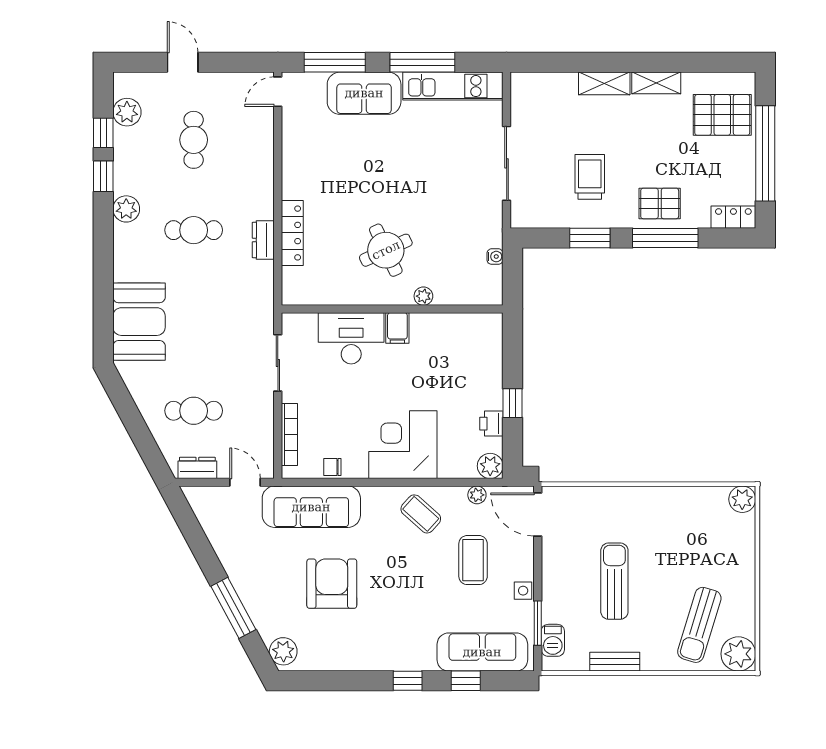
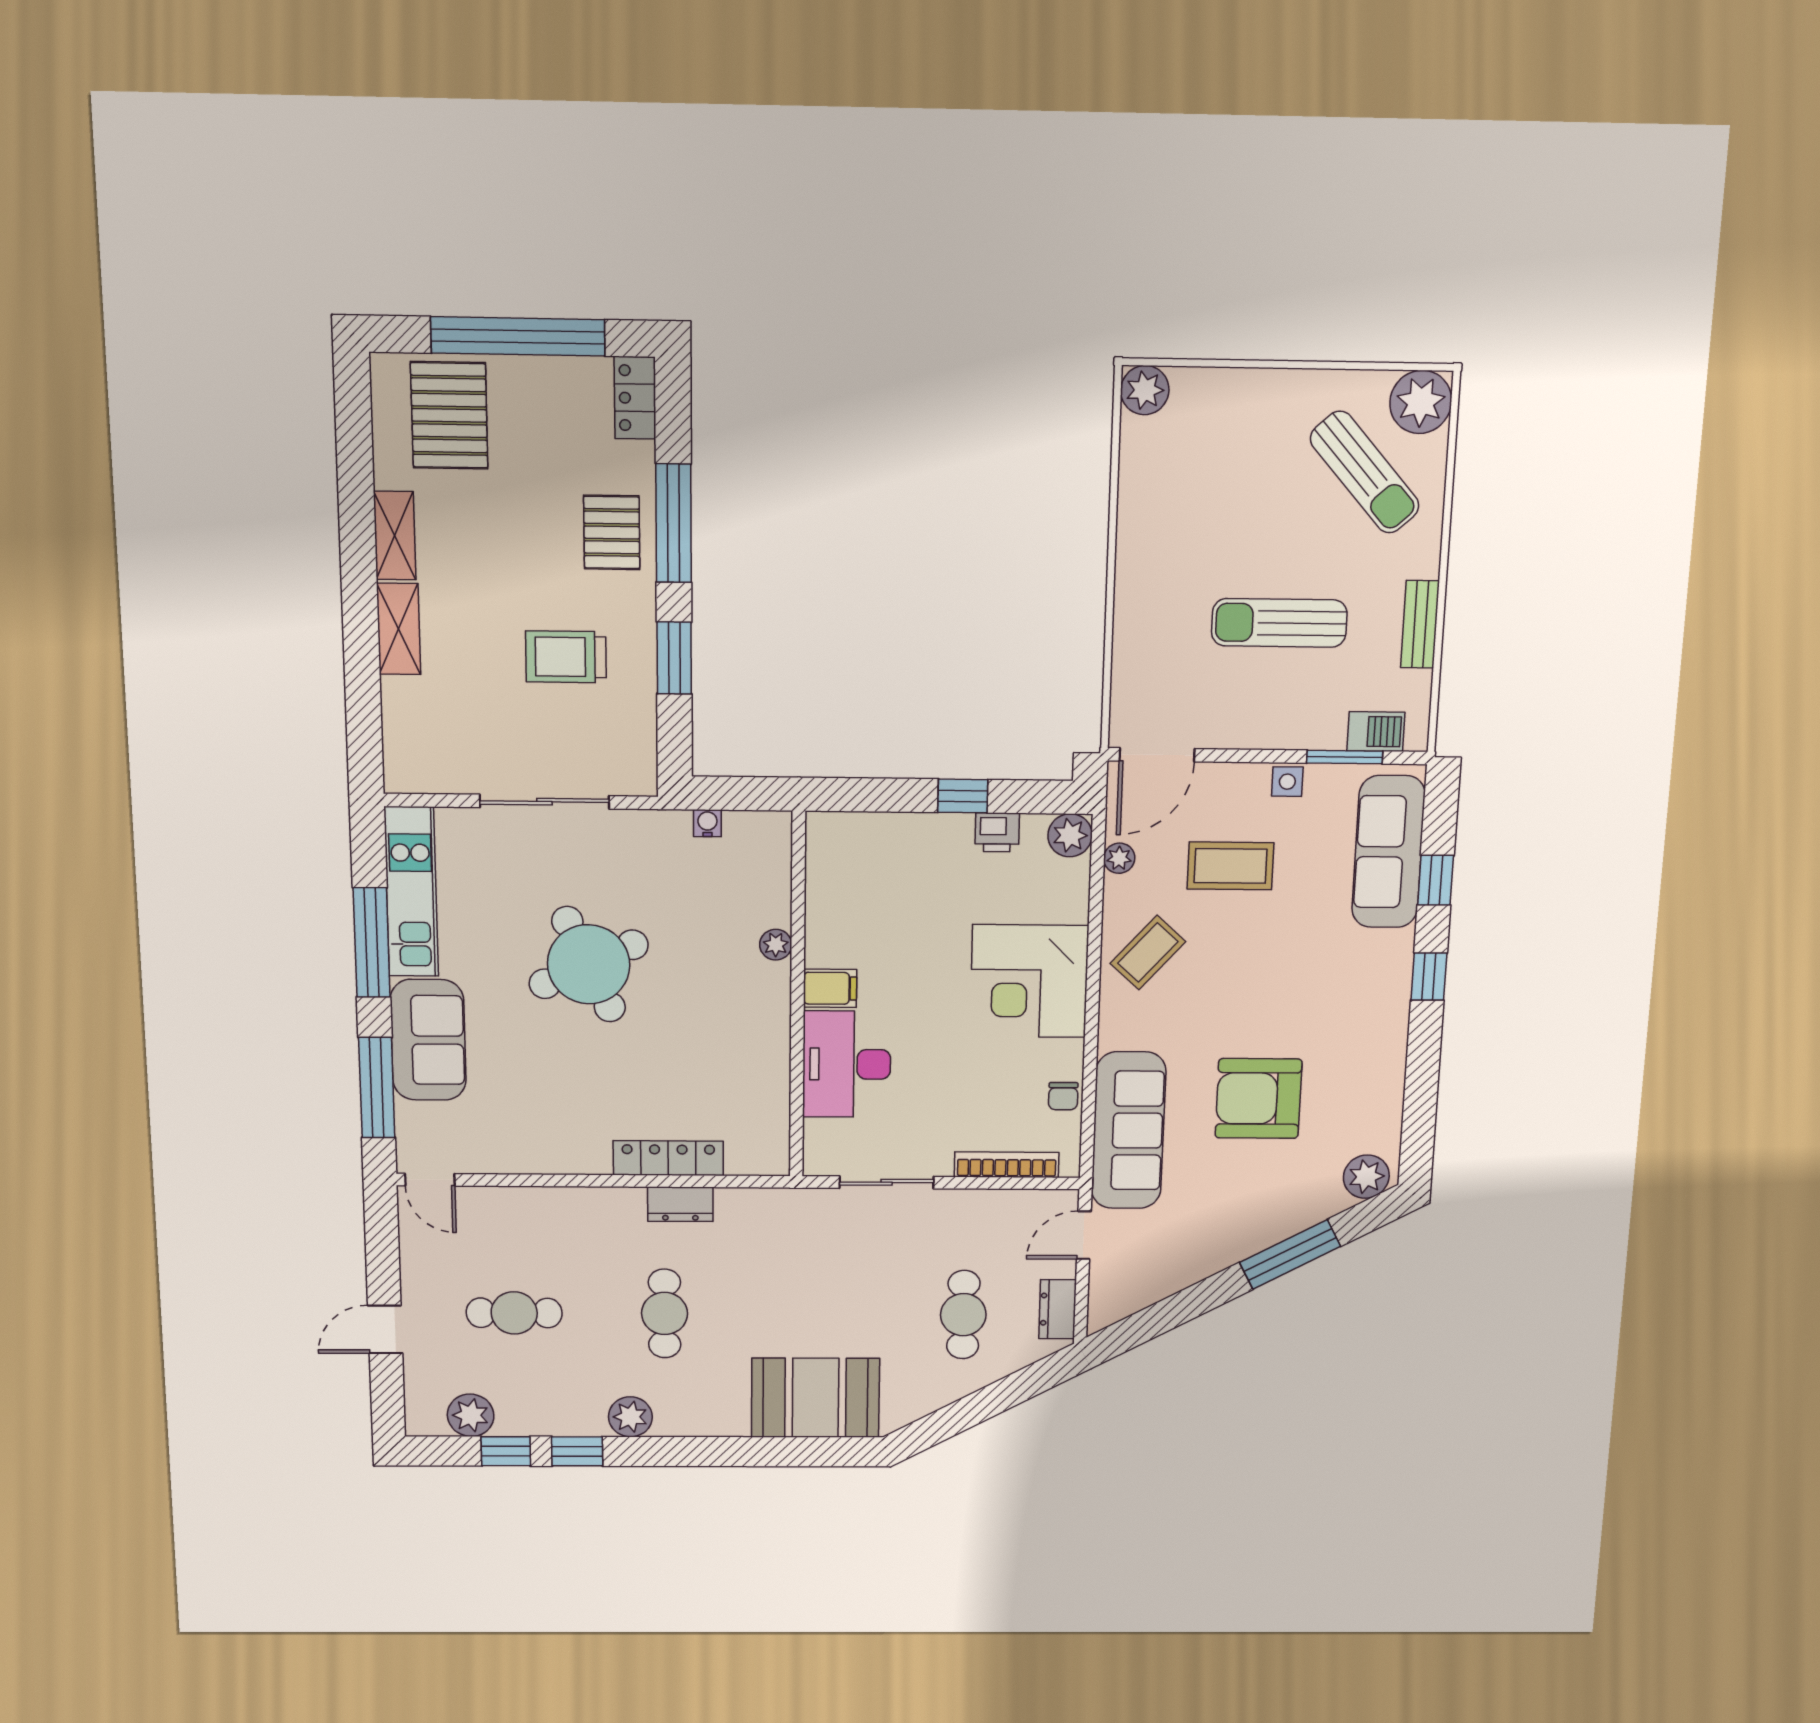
round table: (386, 250) -> (589, 964), moved, width x1.36, depth x1.36
sun lounger: (699, 625) -> (1365, 472), turned 31

